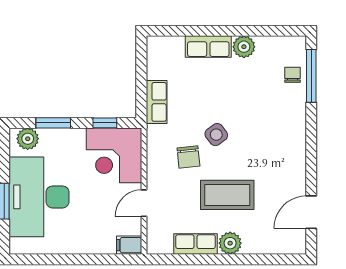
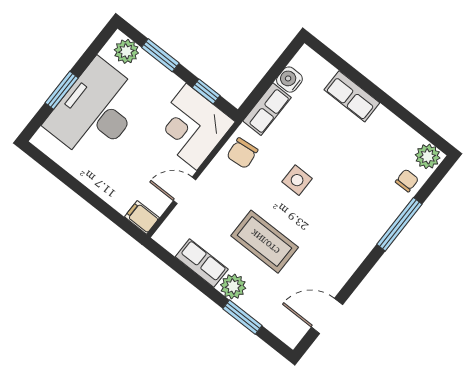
plant: (244, 47) -> (428, 156), moved
water cooler: (156, 69) -> (289, 80), added
window: (311, 76) -> (399, 224), moved
side table: (216, 135) -> (297, 180), turned 37
chair: (188, 157) -> (242, 153), moved
window: (253, 259) -> (242, 317), added

